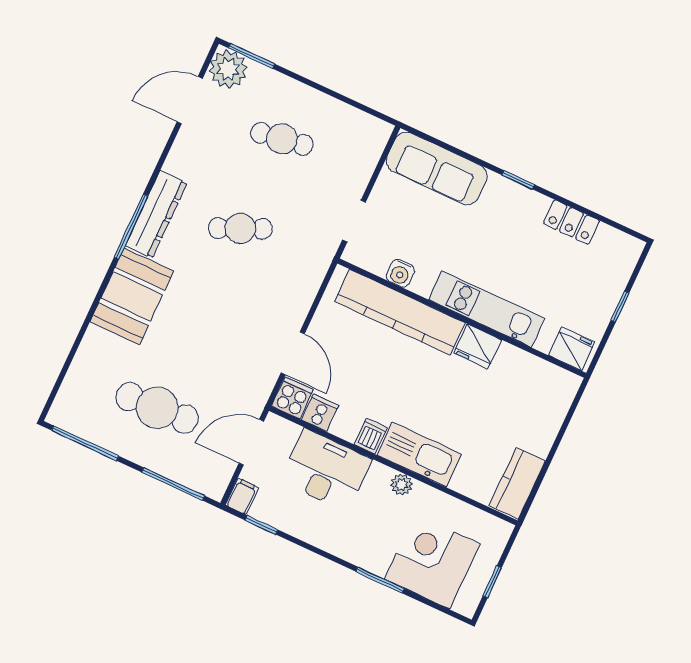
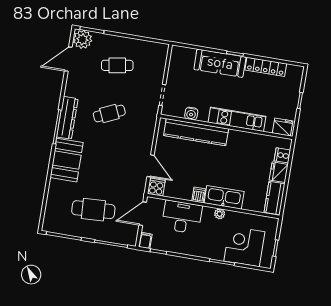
sofa: (437, 168) -> (220, 63), moved
locker: (571, 222) -> (266, 67), width x1.53
fridge: (477, 346) -> (279, 172), moved, turned 90
cooker: (320, 413) -> (282, 155), moved, turned -90

